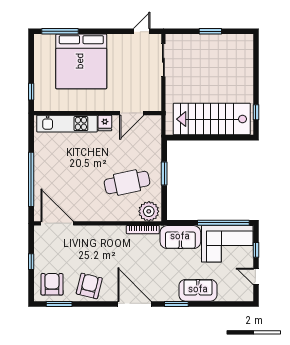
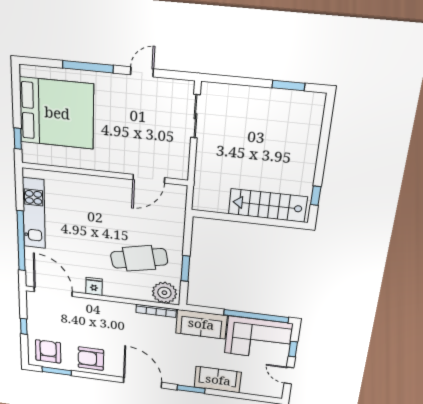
window: (60, 31) -> (88, 67), moved
door: (142, 31) -> (142, 72), moved
window: (210, 31) -> (288, 86), moved
bed: (81, 61) -> (57, 113), moved, turned -90
stairs: (212, 119) -> (268, 205), width x0.73, depth x0.66
fridge: (105, 123) -> (94, 286), moved, turned 180
kitchen unit: (67, 124) -> (34, 213), moved, turned -90
window: (164, 173) -> (185, 269), moved
armchair: (89, 286) -> (91, 359), turned -104

